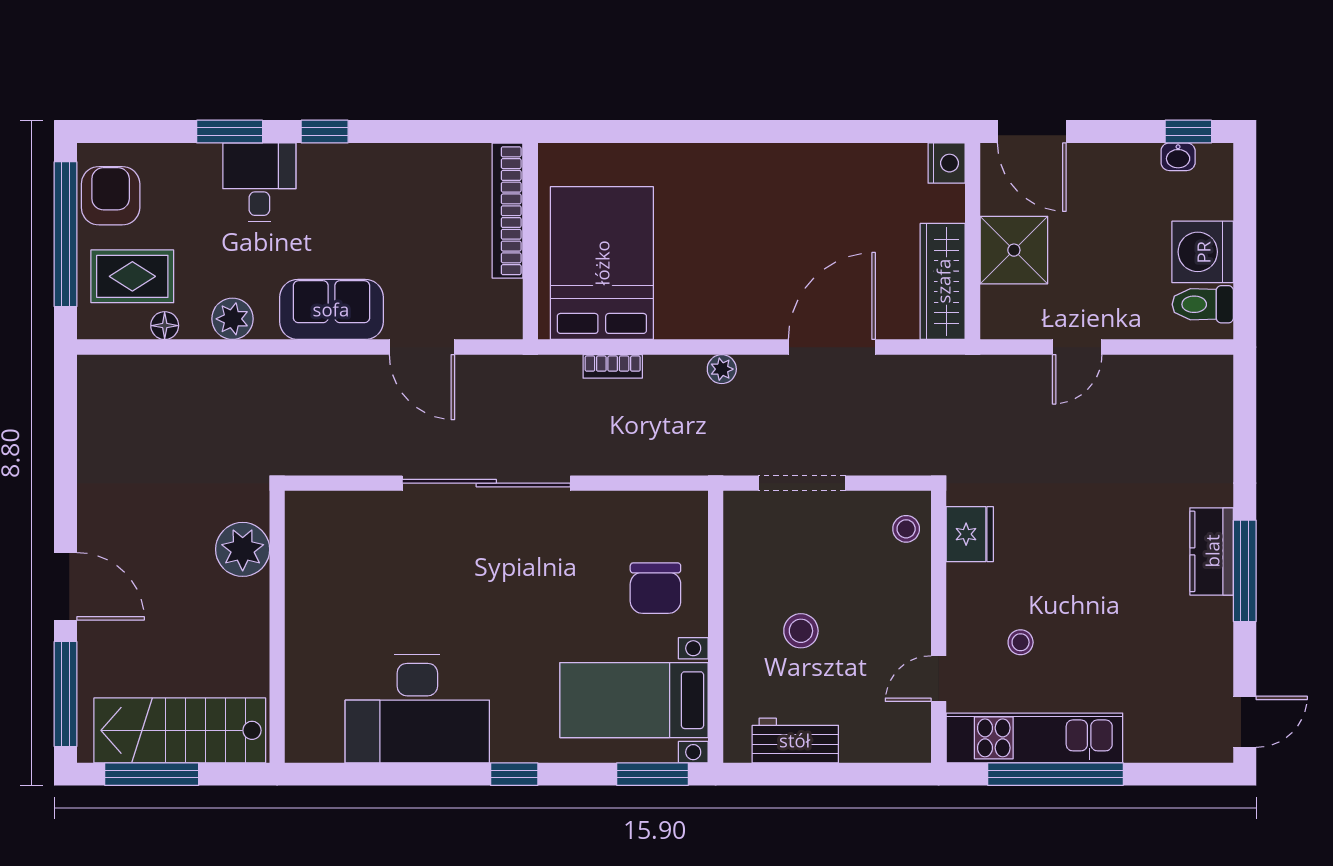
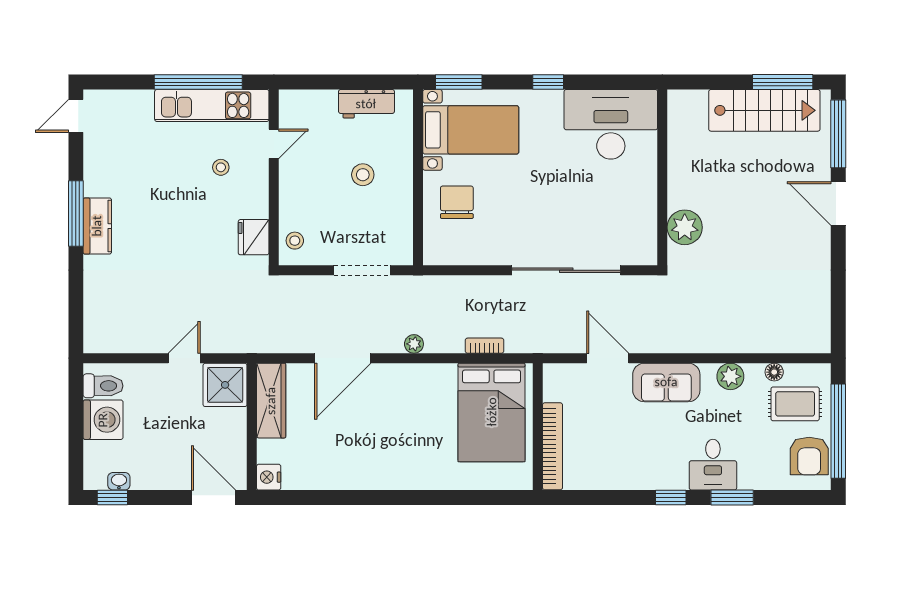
shower: (1014, 250) -> (225, 385), moved
plant: (243, 549) -> (685, 227), moved
wall: (277, 627) -> (662, 177), moved

